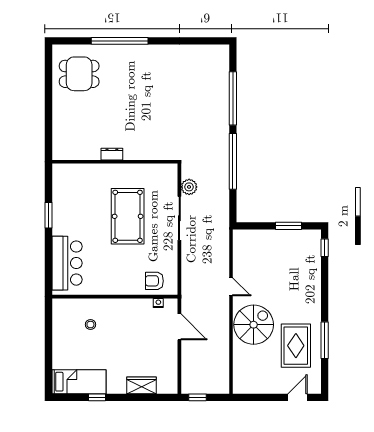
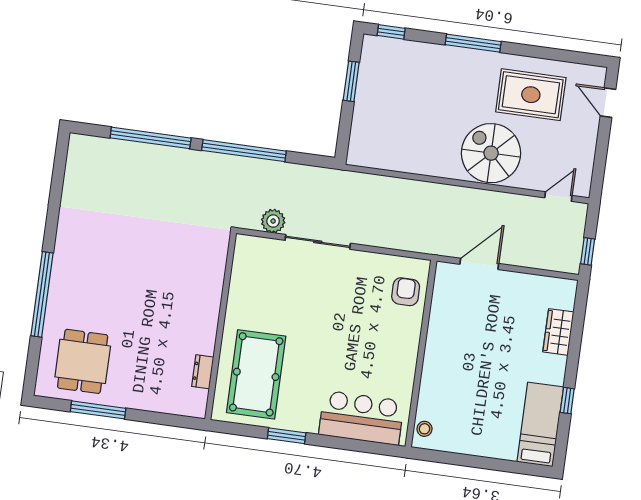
window: (48, 88) -> (98, 410), added
dresser: (112, 154) -> (203, 372), moved
pool table: (128, 216) -> (256, 374), moved, turned 90
armchair: (154, 281) -> (406, 292), turned 180
door: (231, 287) -> (558, 197), moved
nightstand: (158, 303) -> (439, 290), removed
stool: (90, 325) -> (424, 429), moved
window: (325, 340) -> (473, 43), moved

